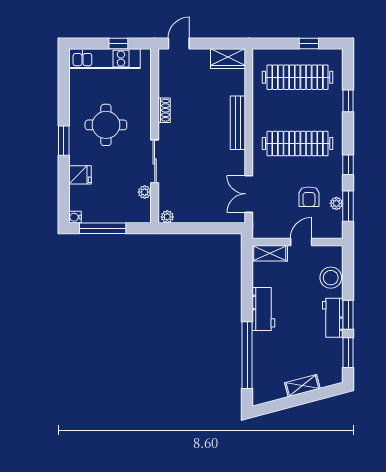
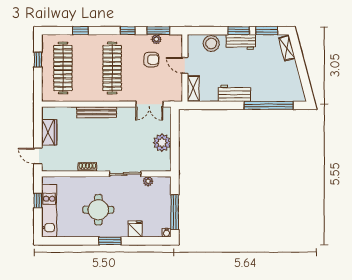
wardrobe: (228, 59) -> (49, 132), moved
plant: (167, 217) -> (162, 143), moved, width x1.88, depth x1.88
shelving: (302, 386) -> (287, 48), moved

